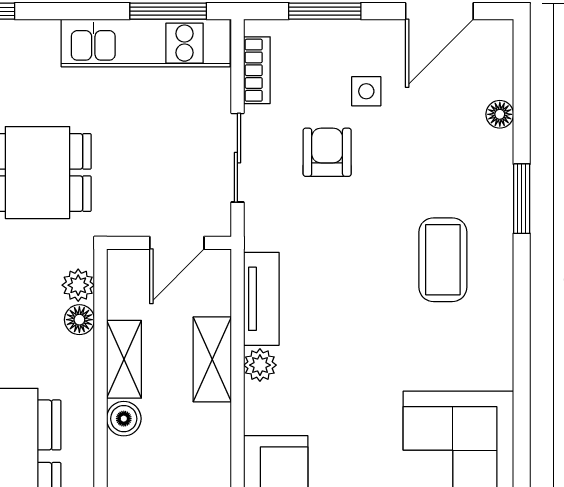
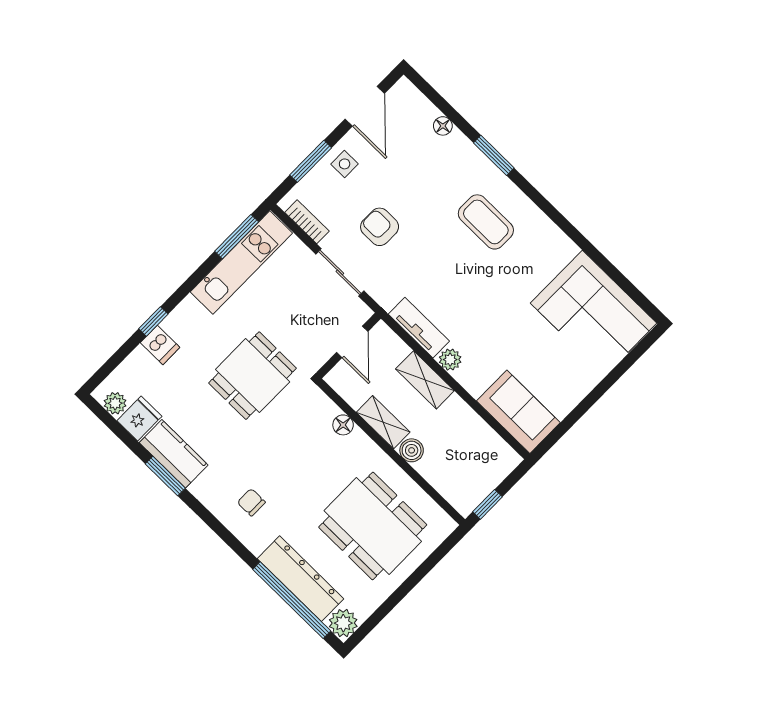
side table: (366, 91) -> (345, 164), moved
plant: (78, 285) -> (326, 409), removed

